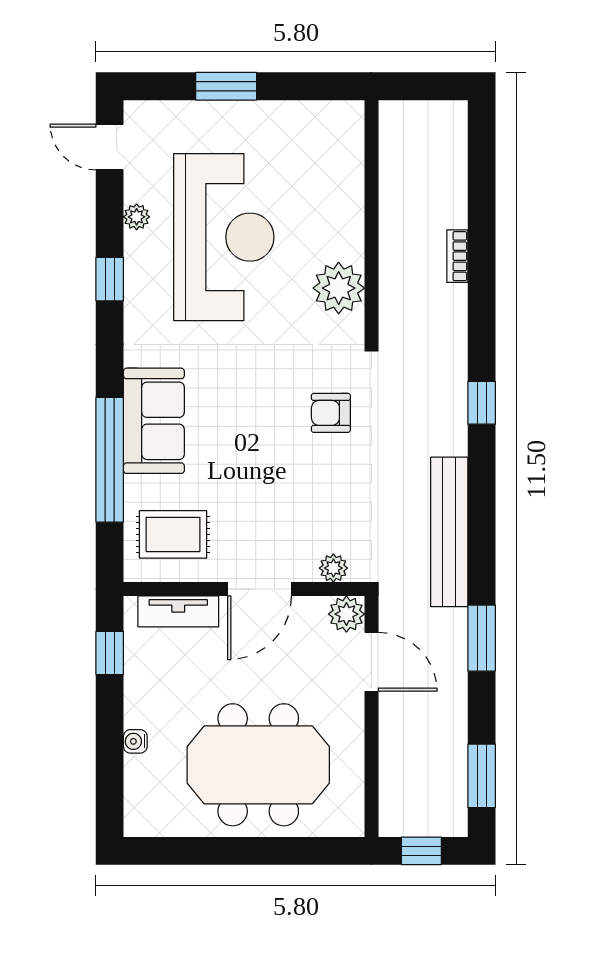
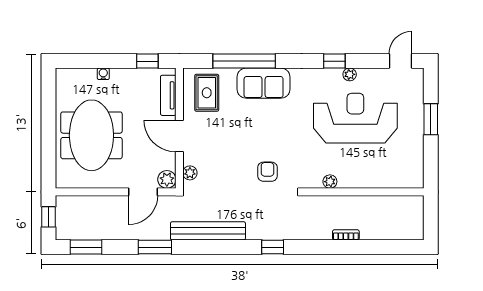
plant: (137, 217) -> (350, 74), moved
reception desk: (224, 237) -> (355, 118), turned 180
plant: (339, 288) -> (330, 182), width x0.53, depth x0.53

